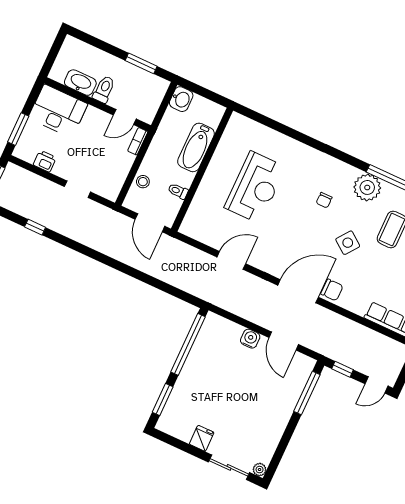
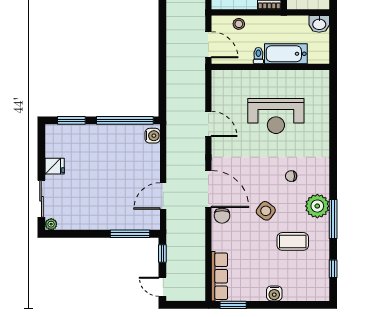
toilet: (178, 191) -> (258, 56), moved
door: (150, 223) -> (208, 45), swing flipped
water cooler: (250, 339) -> (153, 136), moved

